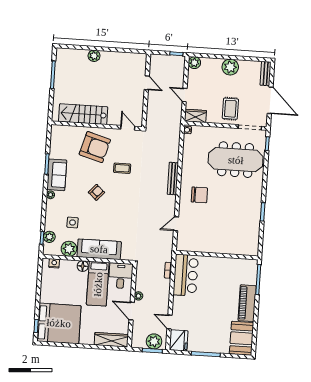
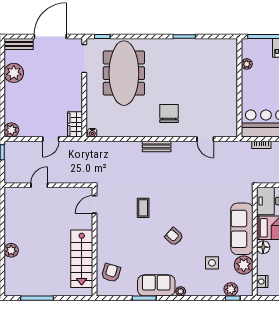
plant: (230, 67) -> (14, 73), moved
rug: (230, 109) -> (64, 83), removed
armchair: (95, 147) -> (111, 273), moved, width x0.53, depth x0.53
bench: (173, 179) -> (157, 146), width x0.73
plant: (236, 262) -> (247, 64), added

